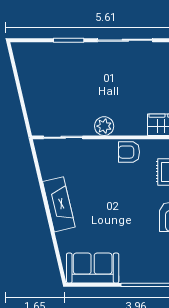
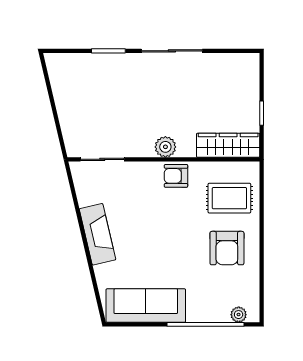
plant: (104, 126) -> (165, 147), moved
sofa: (93, 268) -> (146, 306), width x1.36

